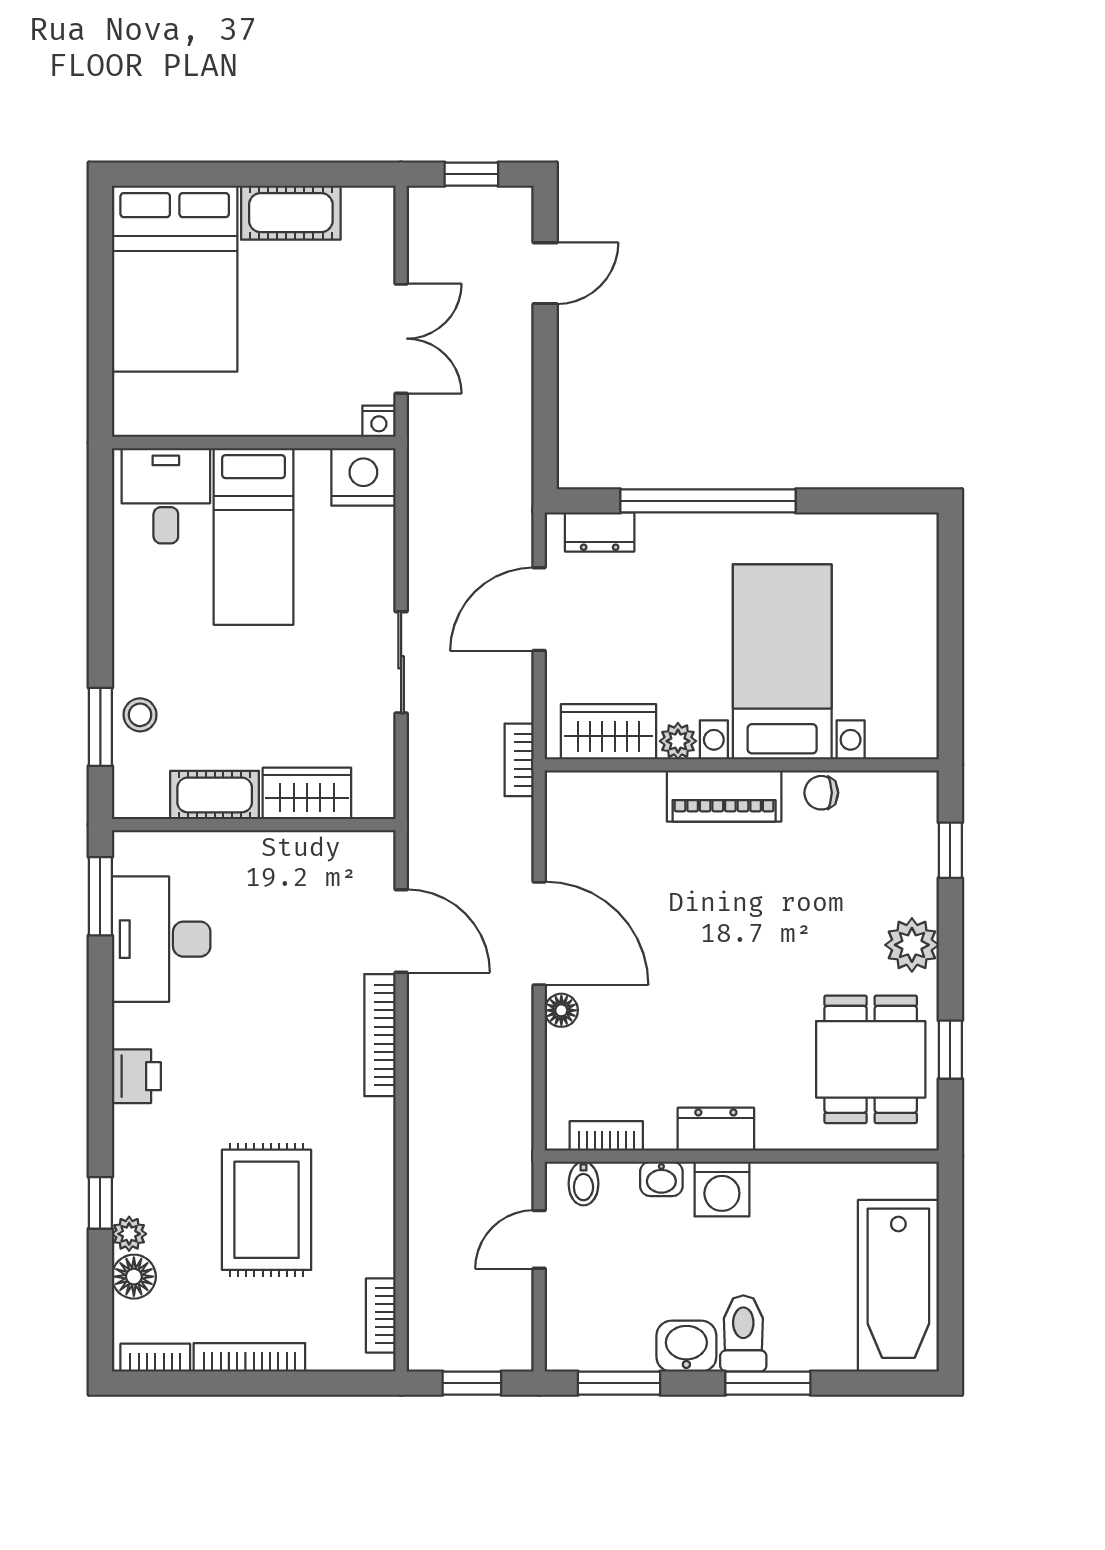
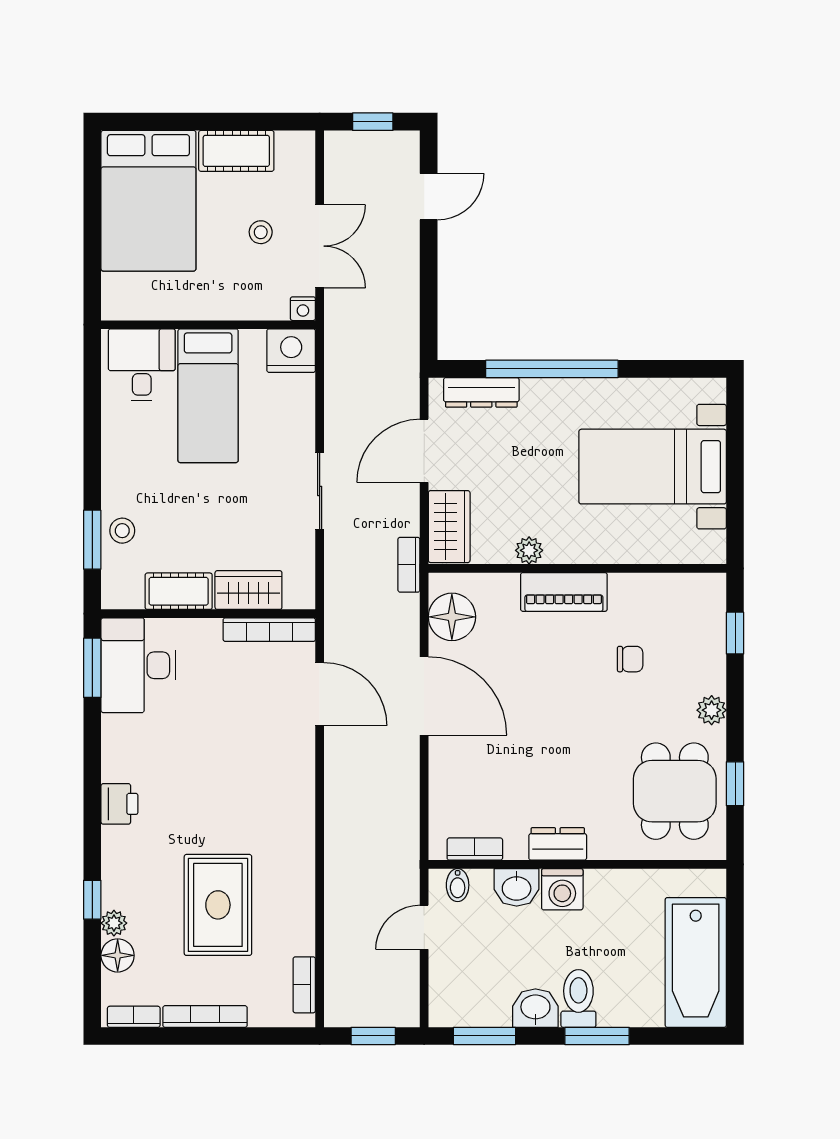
stool: (323, 320) -> (261, 232), added
dresser: (600, 532) -> (481, 392), width x1.44
bed with nightstands: (782, 662) -> (653, 467), moved, turned -90
wardrobe: (608, 732) -> (449, 527), moved, turned 90
chair: (821, 793) -> (630, 659), moved, turned 180
desk: (161, 939) -> (138, 665), moved
plant: (912, 945) -> (712, 710), width x0.73, depth x0.73
floor lamp: (561, 1010) -> (452, 617), moved, width x1.89, depth x1.89
bookcase: (380, 1035) -> (269, 630), moved, turned -90
washbasin: (661, 1179) -> (517, 887), width x1.38, depth x1.45

